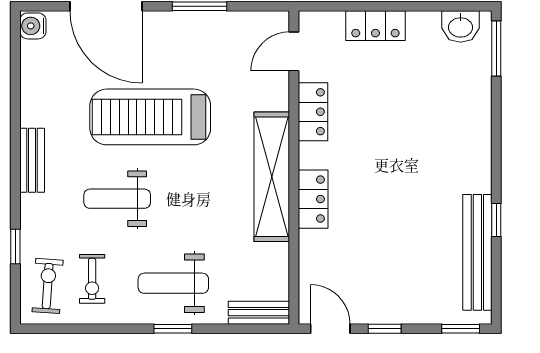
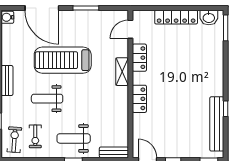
locker: (375, 26) -> (176, 17), width x1.53
shelving: (272, 177) -> (122, 72), width x0.45, depth x0.75

